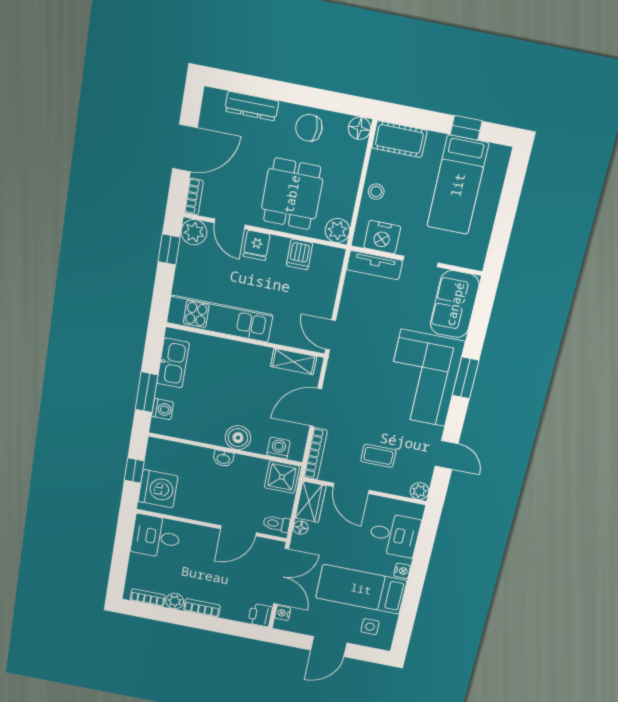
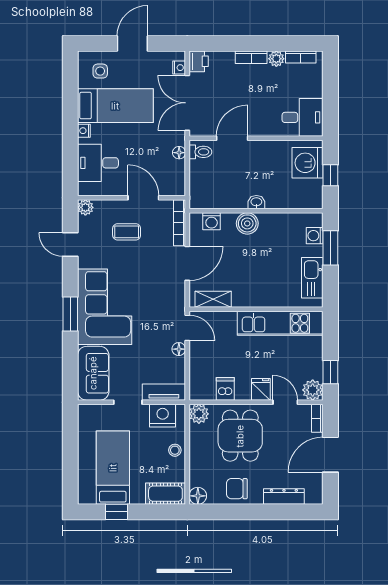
chair: (309, 128) -> (237, 489), turned 180
floor lamp: (346, 312) -> (179, 349), added
shower: (282, 477) -> (204, 196), removed
wardrobe: (311, 502) -> (175, 178), removed

